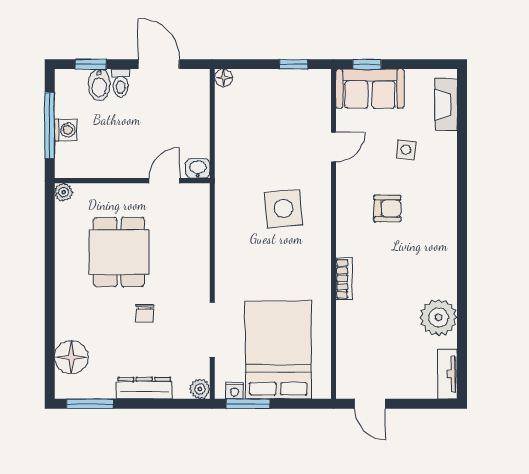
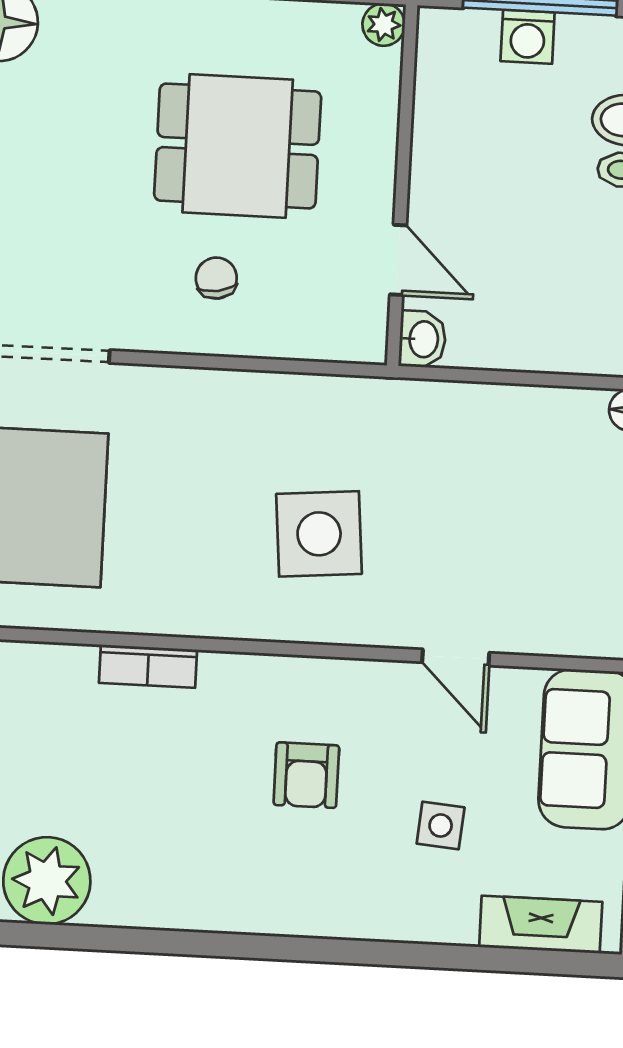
chair: (145, 313) -> (216, 278), moved, turned 80

